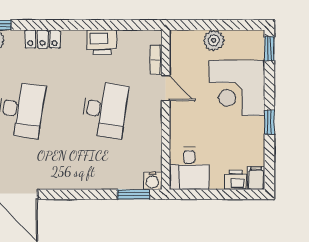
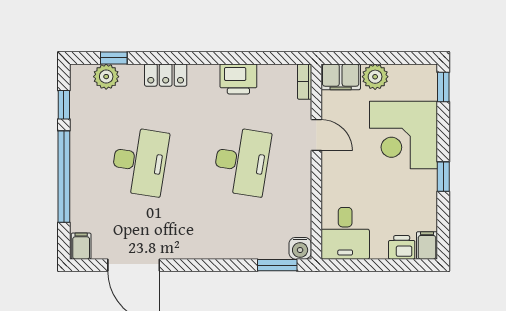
filing cabinet: (186, 40) -> (341, 77), added
bookcase: (156, 60) -> (305, 82), moved

